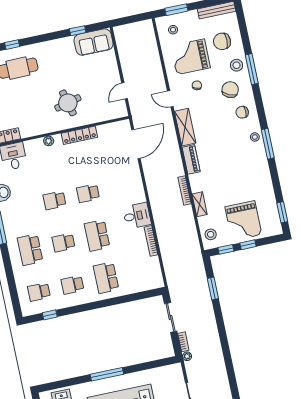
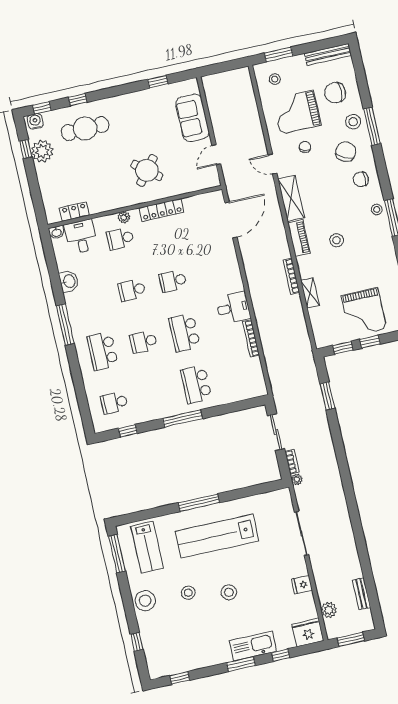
sofa: (94, 42) -> (192, 118), moved, turned 90
round table: (68, 103) -> (147, 170), turned -37
stool: (211, 234) -> (337, 240), moved
school desk: (72, 285) -> (120, 239), moved
window: (94, 305) -> (182, 419), added

